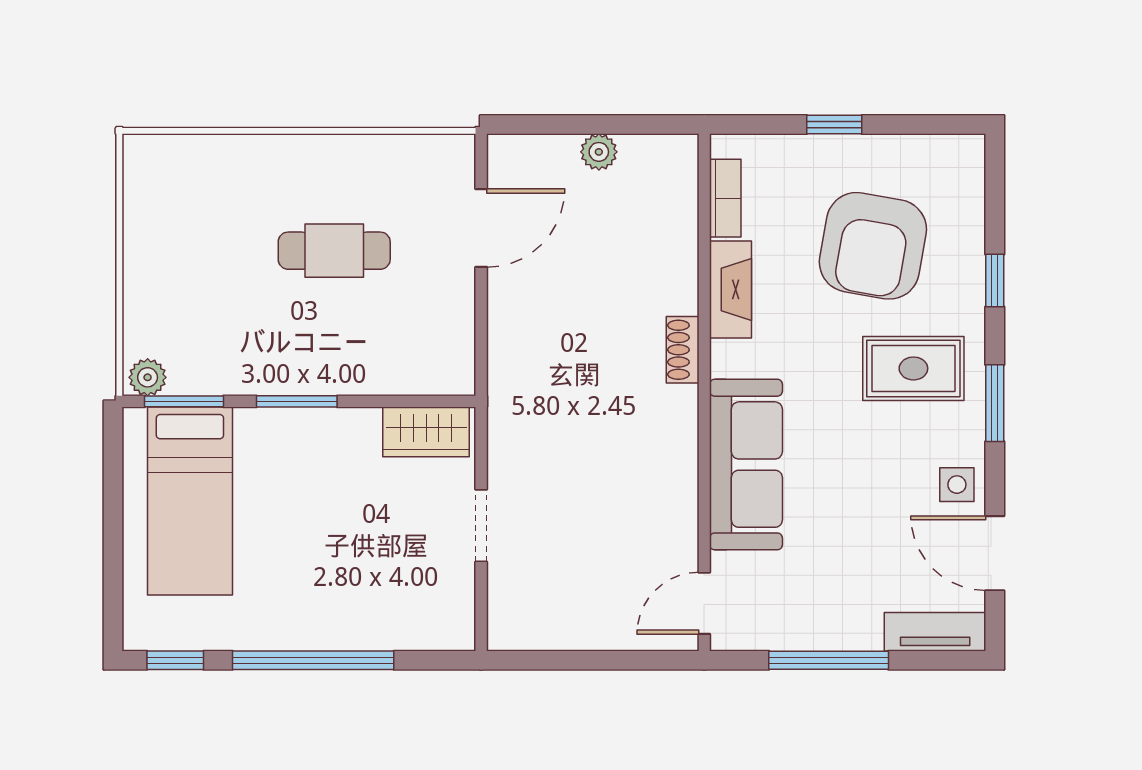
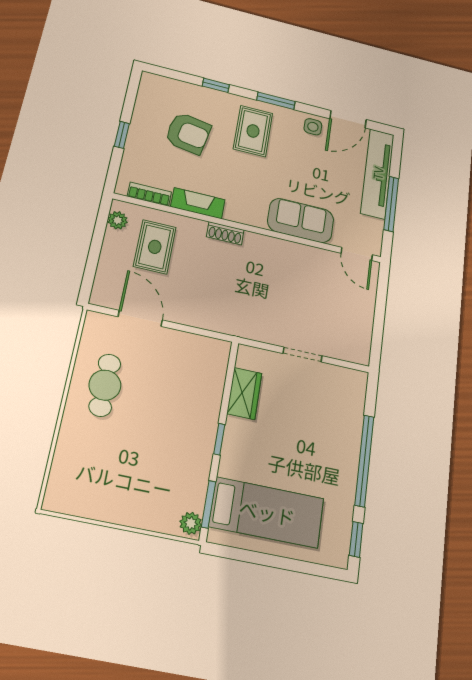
plant: (599, 152) -> (118, 220), moved
rug: (623, 228) -> (155, 247), added
armchair: (873, 246) -> (188, 133), width x0.73, depth x0.73
cafe table: (334, 251) -> (105, 385), moved
window: (297, 401) -> (219, 439), width x0.67
wardrobe: (426, 432) -> (244, 393), moved
sofa: (746, 465) -> (301, 220), width x0.73
tv unit: (935, 632) -> (378, 173), width x1.92, depth x1.29

